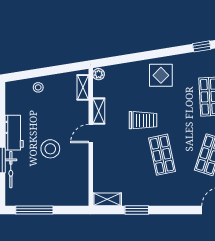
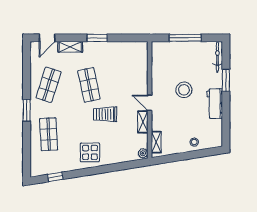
door: (91, 134) -> (150, 103), swing flipped
bicycle: (11, 170) -> (217, 57), moved
shelving: (107, 199) -> (70, 47), moved
window: (34, 210) -> (185, 38), moved
window: (137, 210) -> (97, 38), moved

